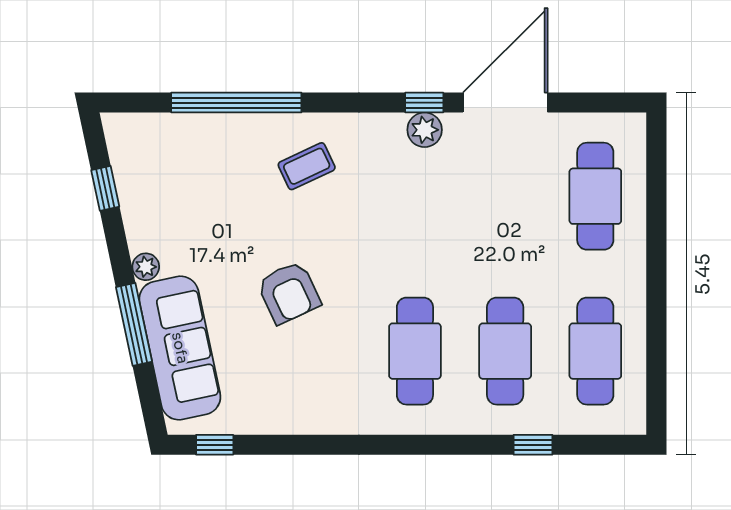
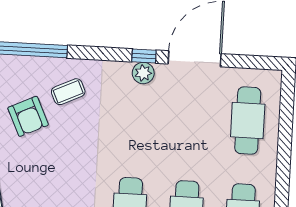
armchair: (289, 293) -> (28, 116), moved

